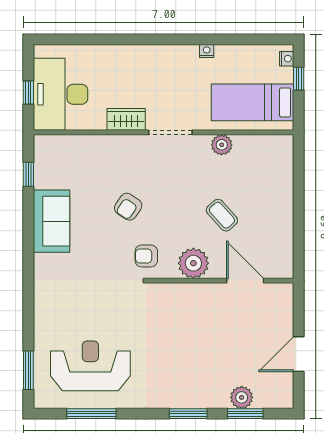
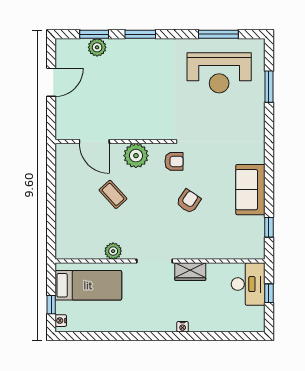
nightstand: (207, 51) -> (183, 327), moved
desk: (61, 94) -> (248, 284), width x0.73, depth x0.77
window: (28, 370) -> (269, 87), moved

